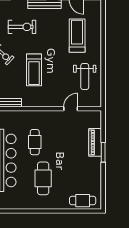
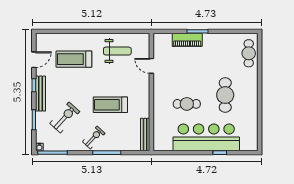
exercise bike: (22, 27) -> (65, 117), turned 42
treadmill: (34, 70) -> (110, 105), turned 180
cafe table: (43, 178) -> (225, 95), turned 90

